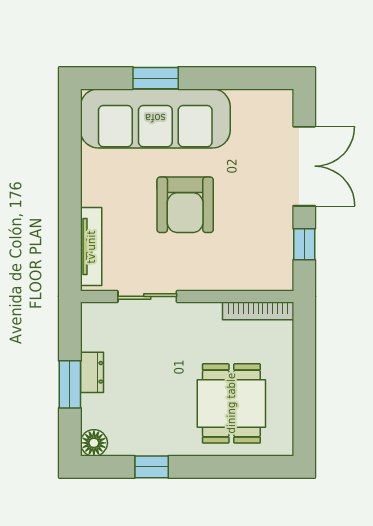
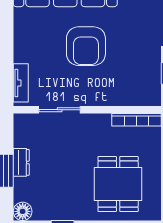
tv unit: (91, 247) -> (21, 83), width x0.71

